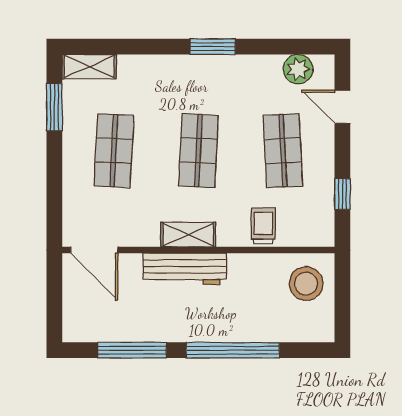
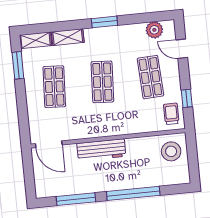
trolley: (263, 226) -> (171, 114), moved
shelving: (188, 235) -> (68, 37), moved

